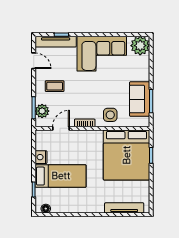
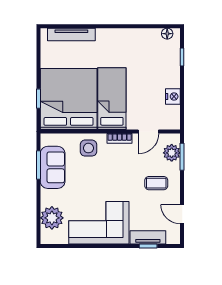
tv unit: (56, 42) -> (148, 237), width x0.71
plant: (140, 46) -> (52, 218), moved
bed: (61, 176) -> (112, 99), moved, turned 90

